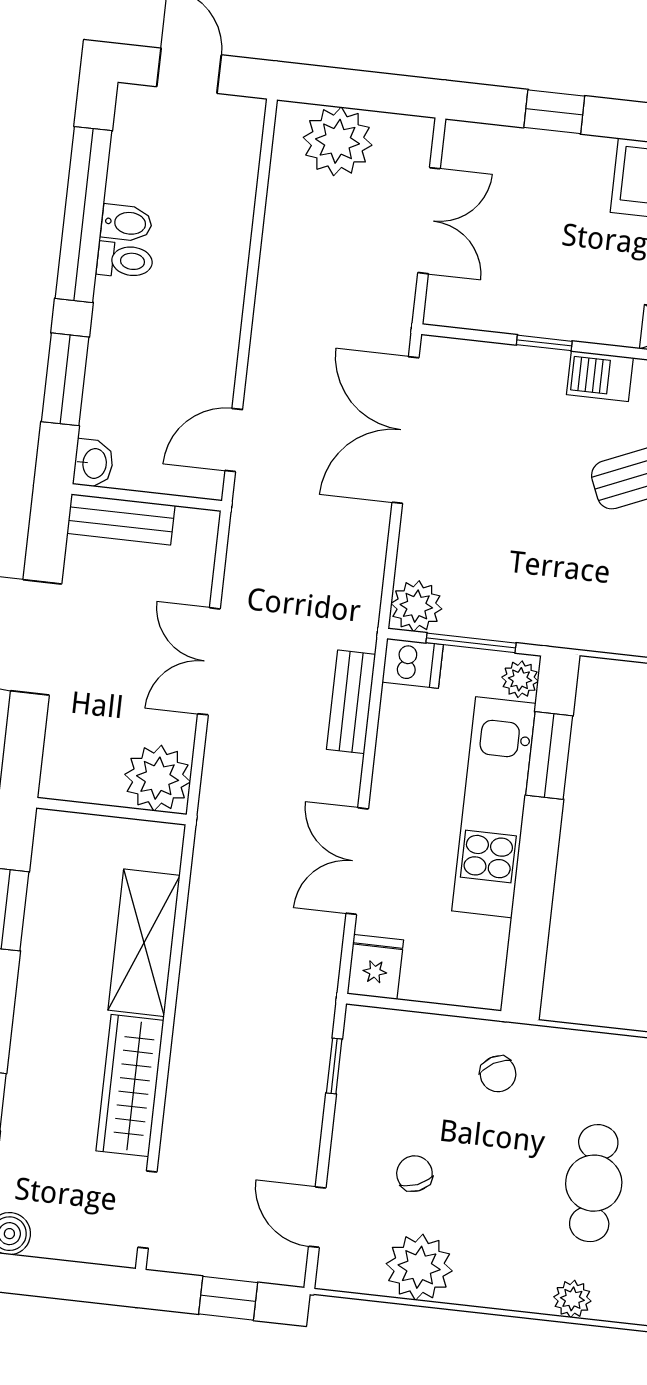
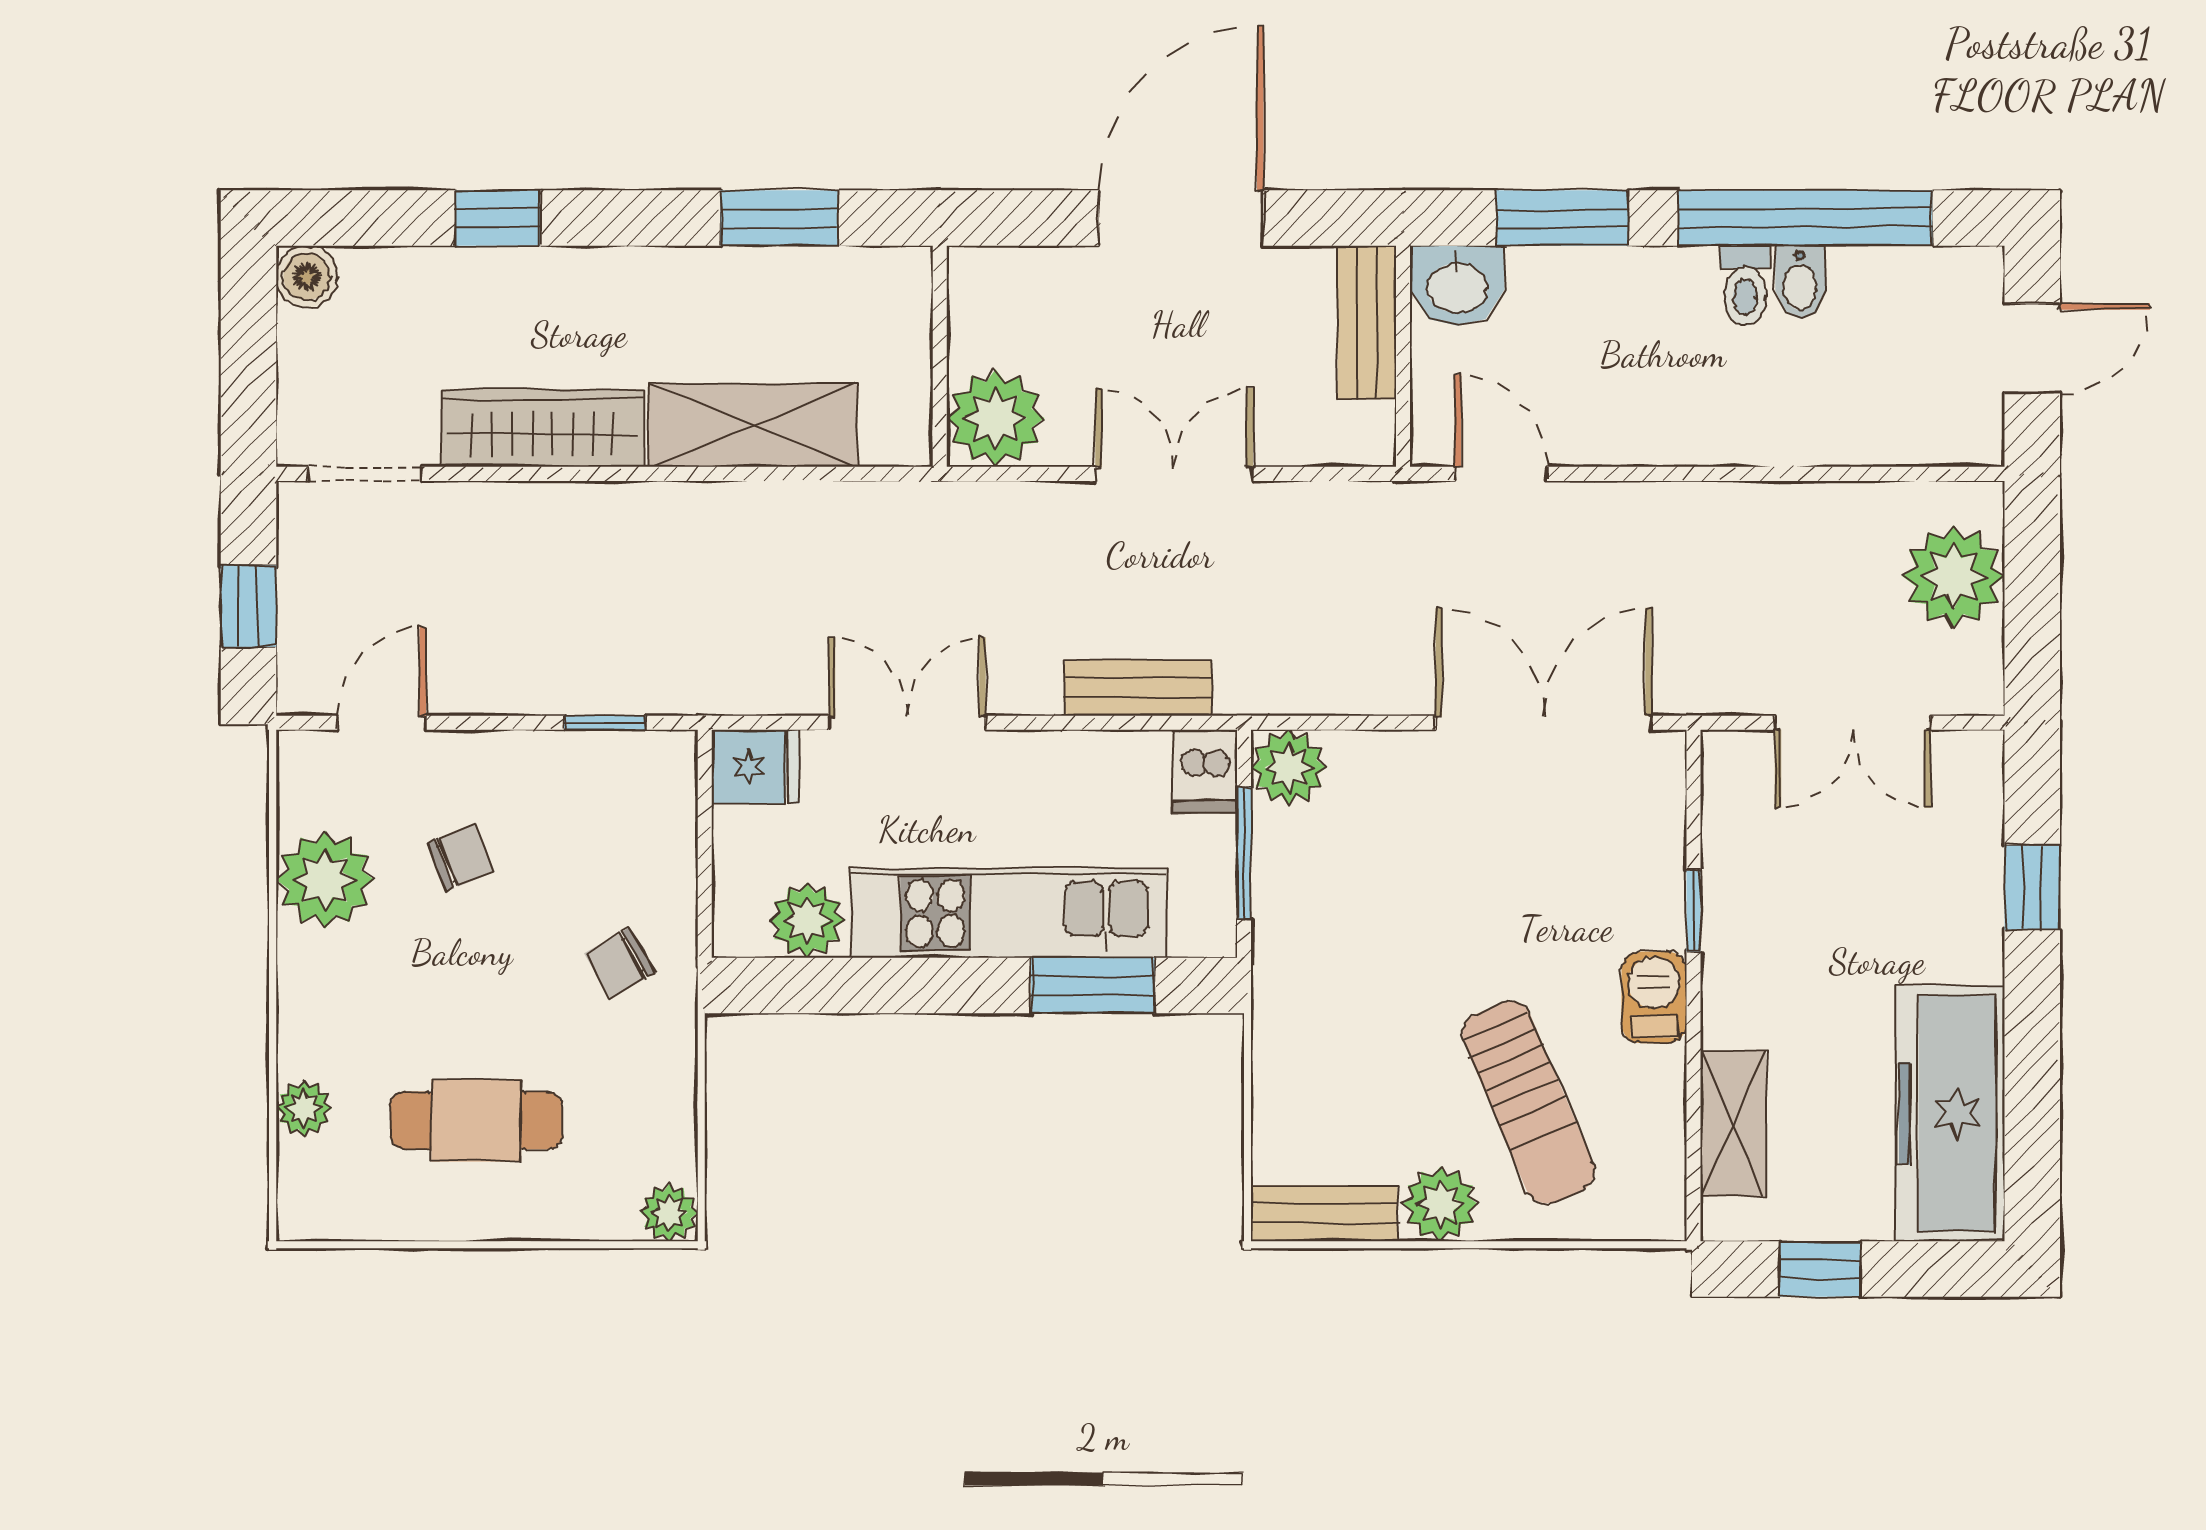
washbasin: (94, 463) -> (1457, 286), width x1.38, depth x1.45
plant: (520, 679) -> (807, 920), moved, width x1.38, depth x1.38

